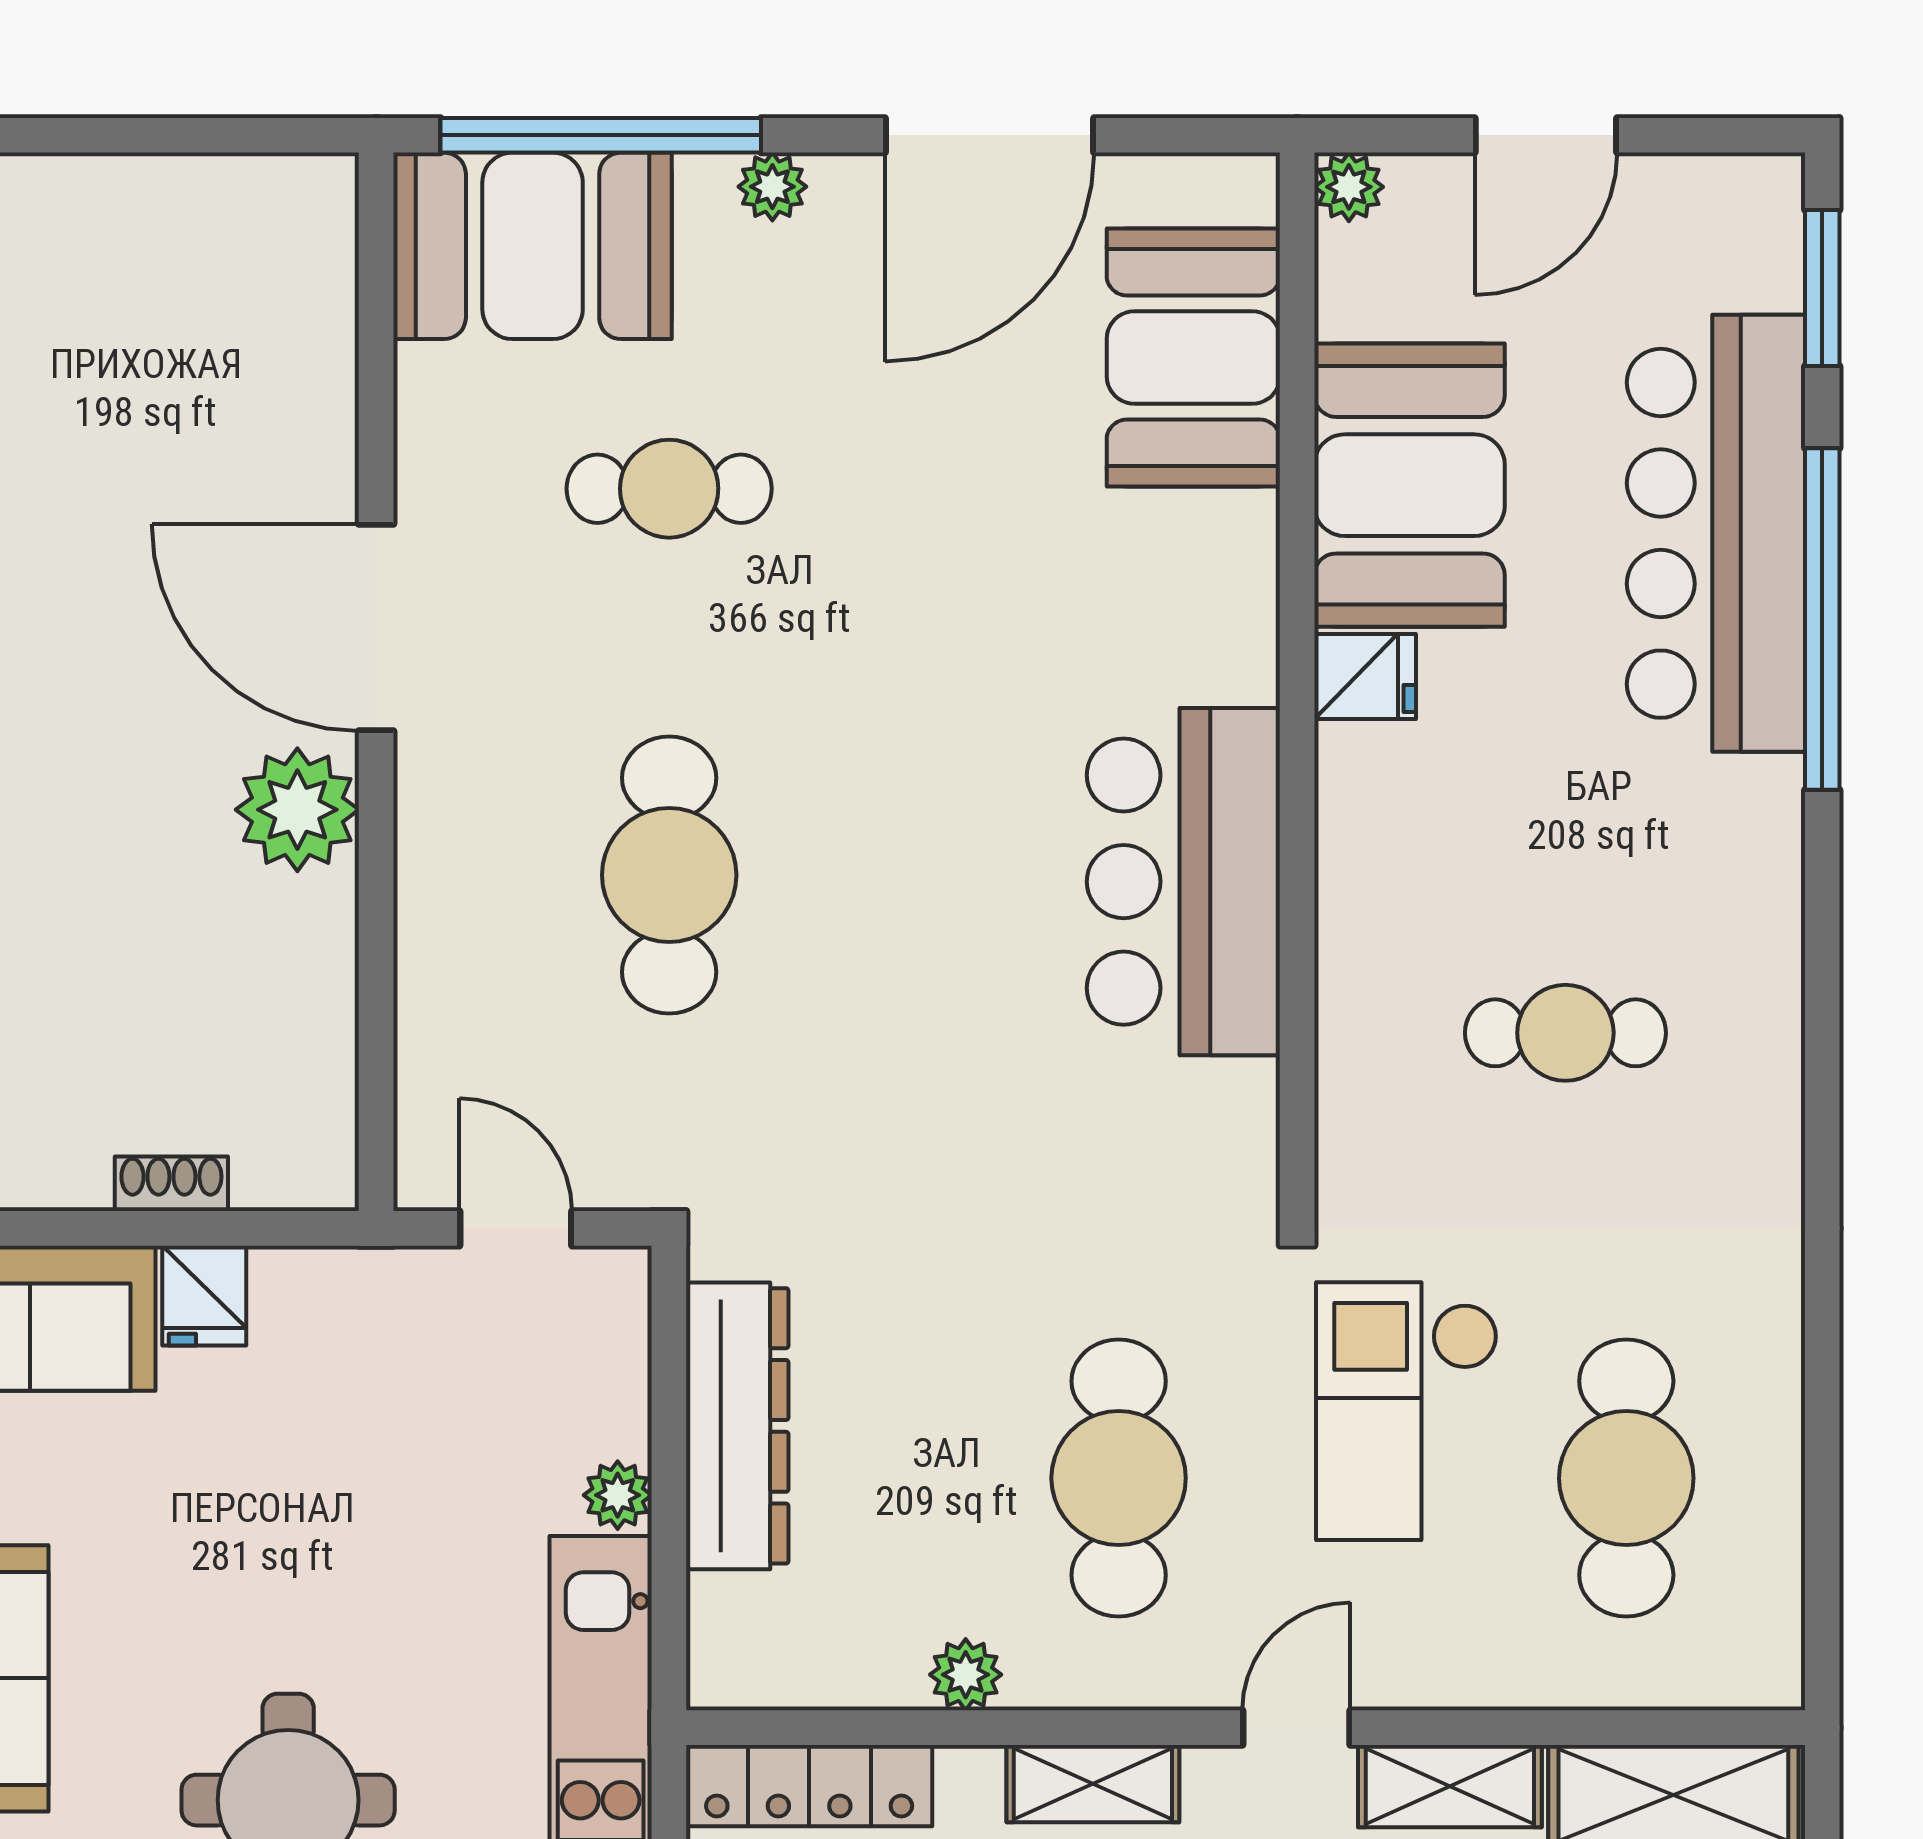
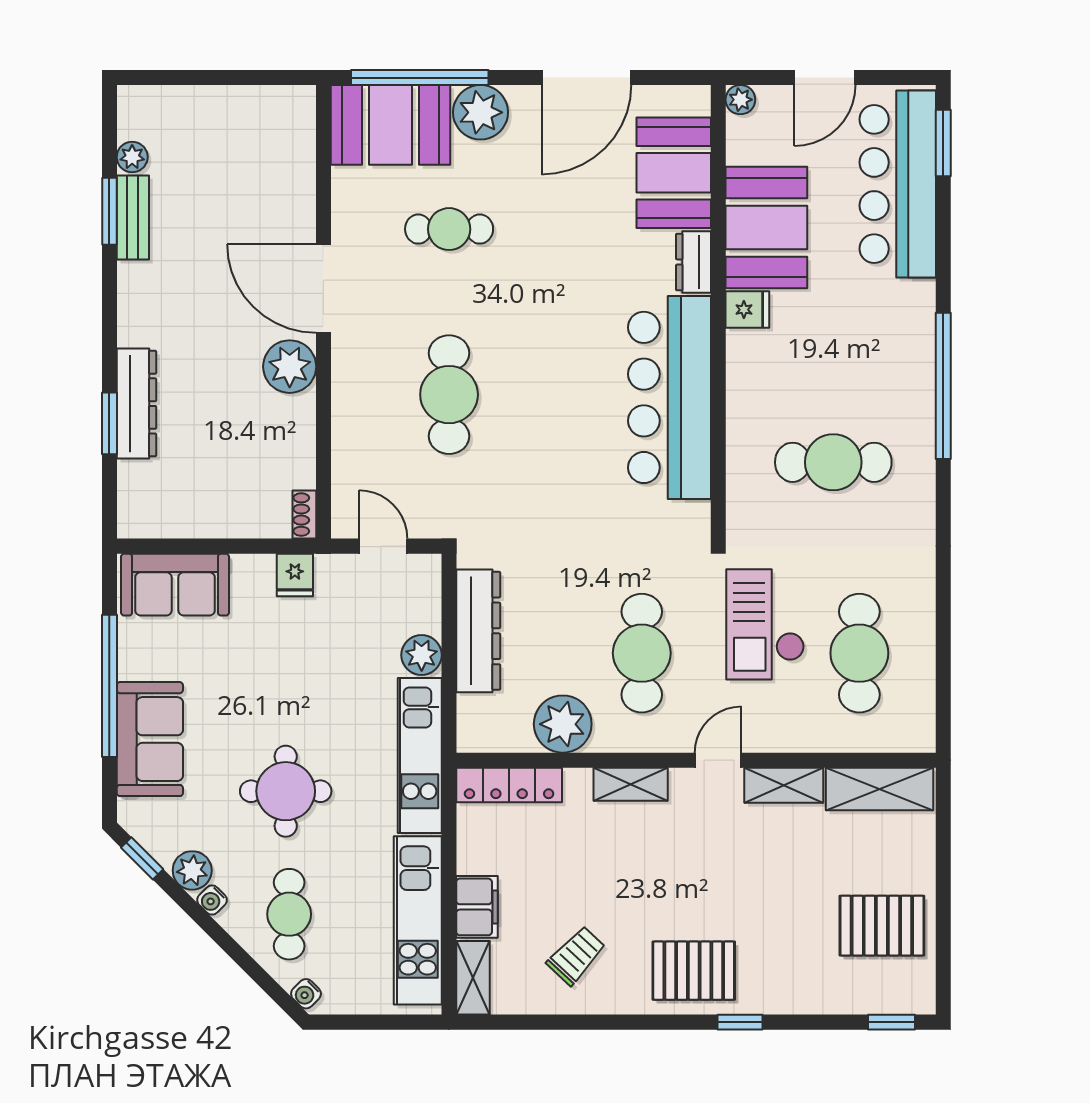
plant: (772, 187) -> (480, 112), width x1.88, depth x1.88
bar counter: (1716, 533) -> (898, 184), moved
dresser: (1239, 566) -> (693, 262), added
window: (1822, 619) -> (943, 386), moved
bar counter: (1183, 882) -> (670, 397), width x1.36
cafe table: (1565, 1033) -> (833, 462), width x1.37, depth x1.35
shoe rack: (171, 1184) -> (304, 515), moved, turned -90
fridge: (204, 1296) -> (295, 575), moved
plant: (618, 1495) -> (422, 655), width x1.38, depth x1.38
plant: (966, 1675) -> (563, 724), width x1.88, depth x1.88

